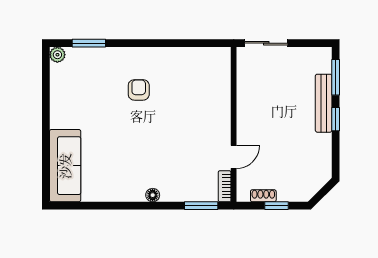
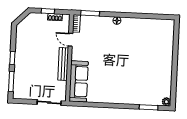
armchair: (139, 90) -> (122, 80), removed
bench: (324, 103) -> (63, 64), moved
door: (234, 157) -> (70, 40), hinge flipped
sofa: (65, 166) -> (79, 81), moved, turned 180

